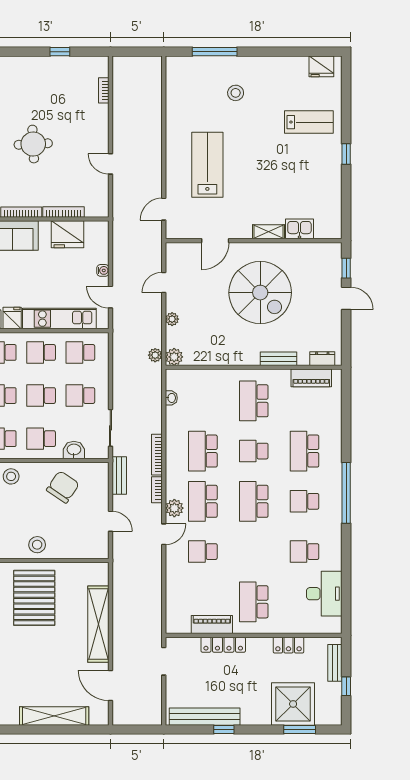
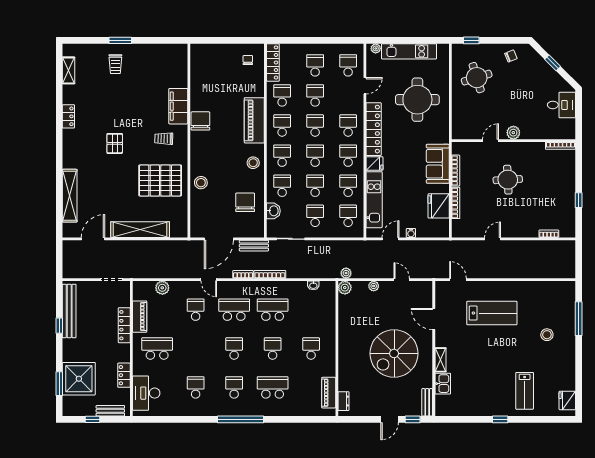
bench: (278, 359) -> (427, 402), moved
school desk: (254, 401) -> (311, 349), width x0.54
chair: (63, 487) -> (245, 202), turned -124
school desk: (254, 501) -> (234, 349), width x0.54
plant: (174, 508) -> (162, 288), moved
door: (110, 521) -> (219, 239), width x1.88
desk: (324, 594) -> (146, 393), moved, turned 90

